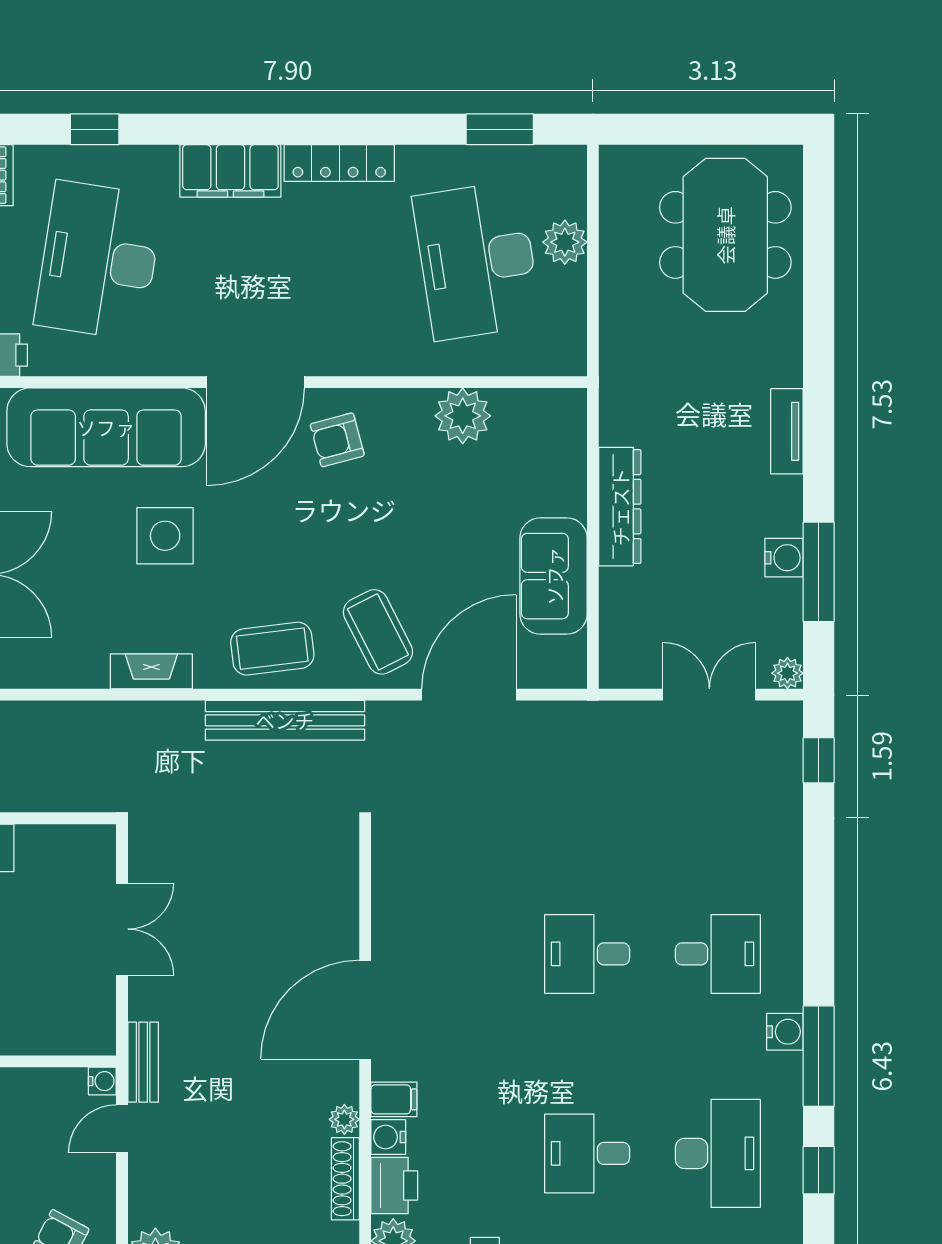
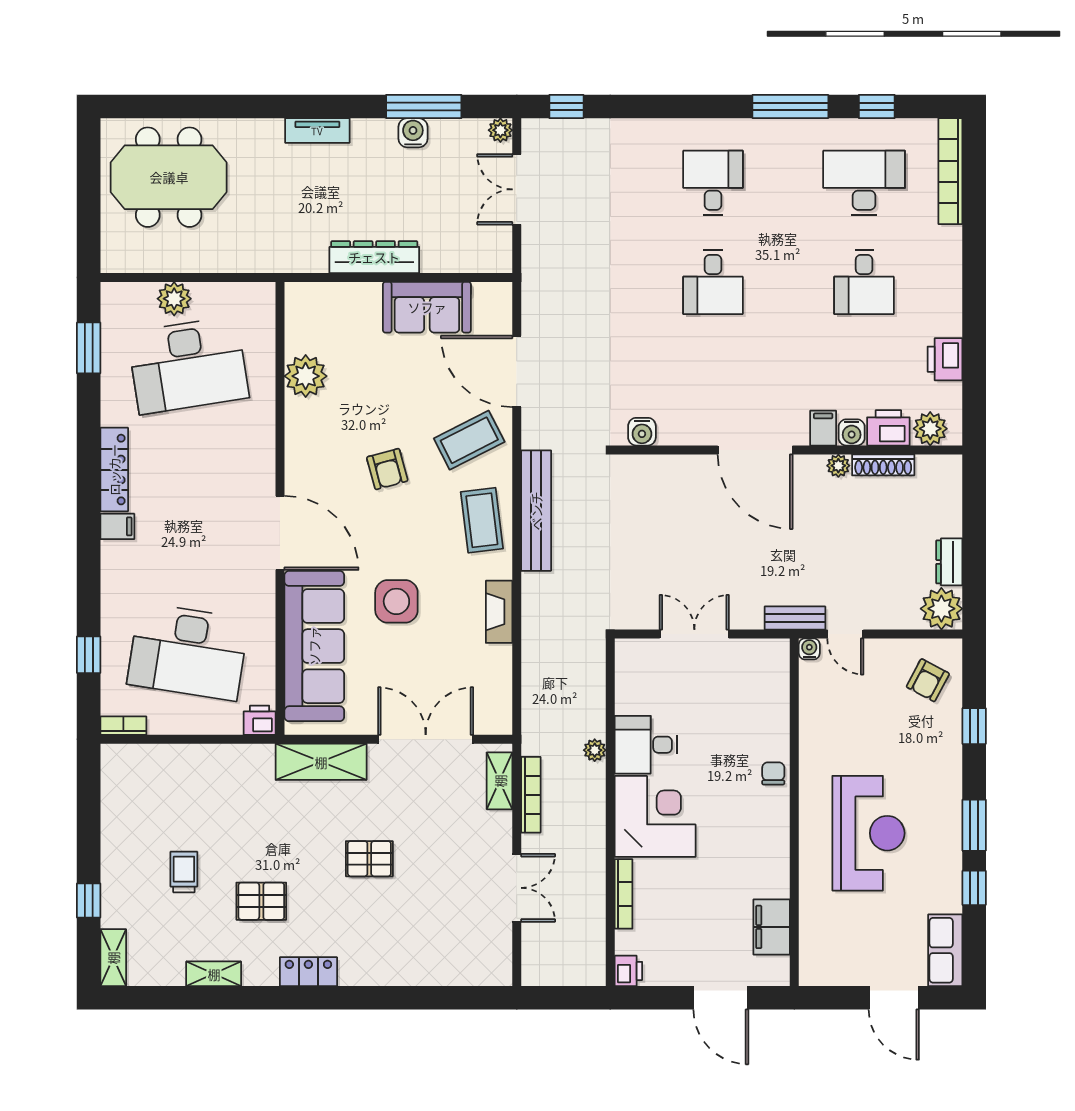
filing cabinet: (230, 171) -> (117, 526), width x0.33, depth x0.86
armchair: (337, 440) -> (387, 469), moved
water cooler: (785, 1032) -> (642, 432), moved, turned 180

